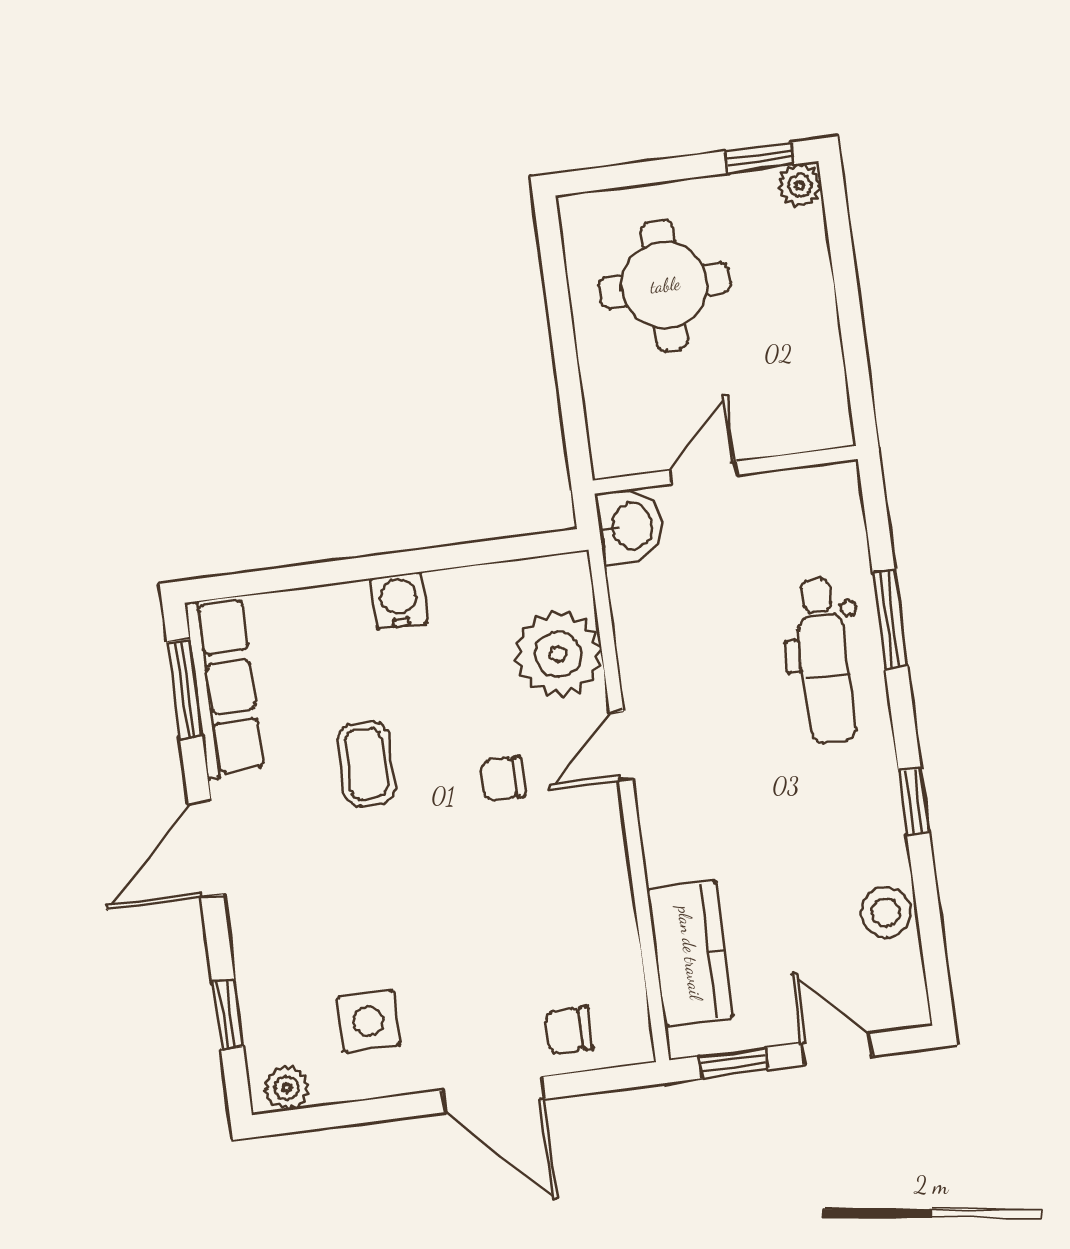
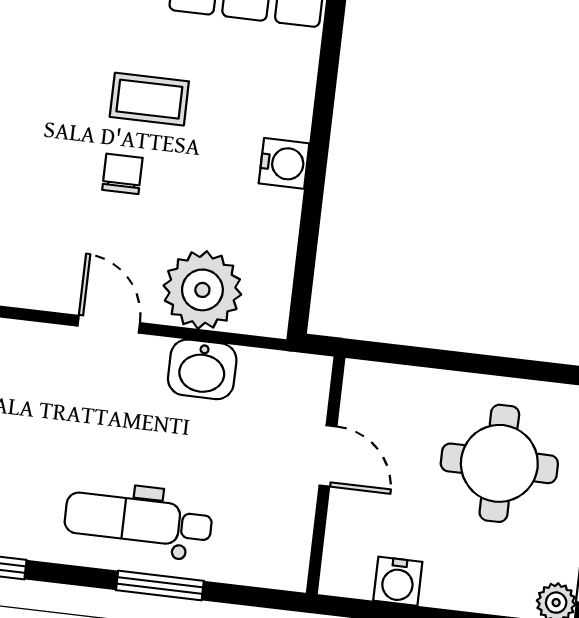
water cooler: (820, 363) -> (398, 581), added
washbasin: (630, 526) -> (202, 369), moved
chair: (503, 779) -> (122, 174), moved

